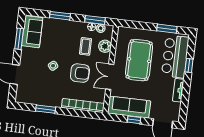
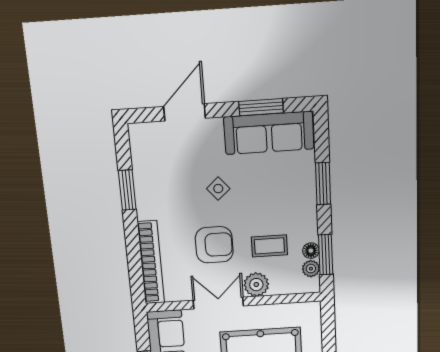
sofa: (32, 32) -> (269, 133), width x1.36
plant: (105, 46) -> (256, 285), moved
armchair: (80, 73) -> (214, 245), turned -90

